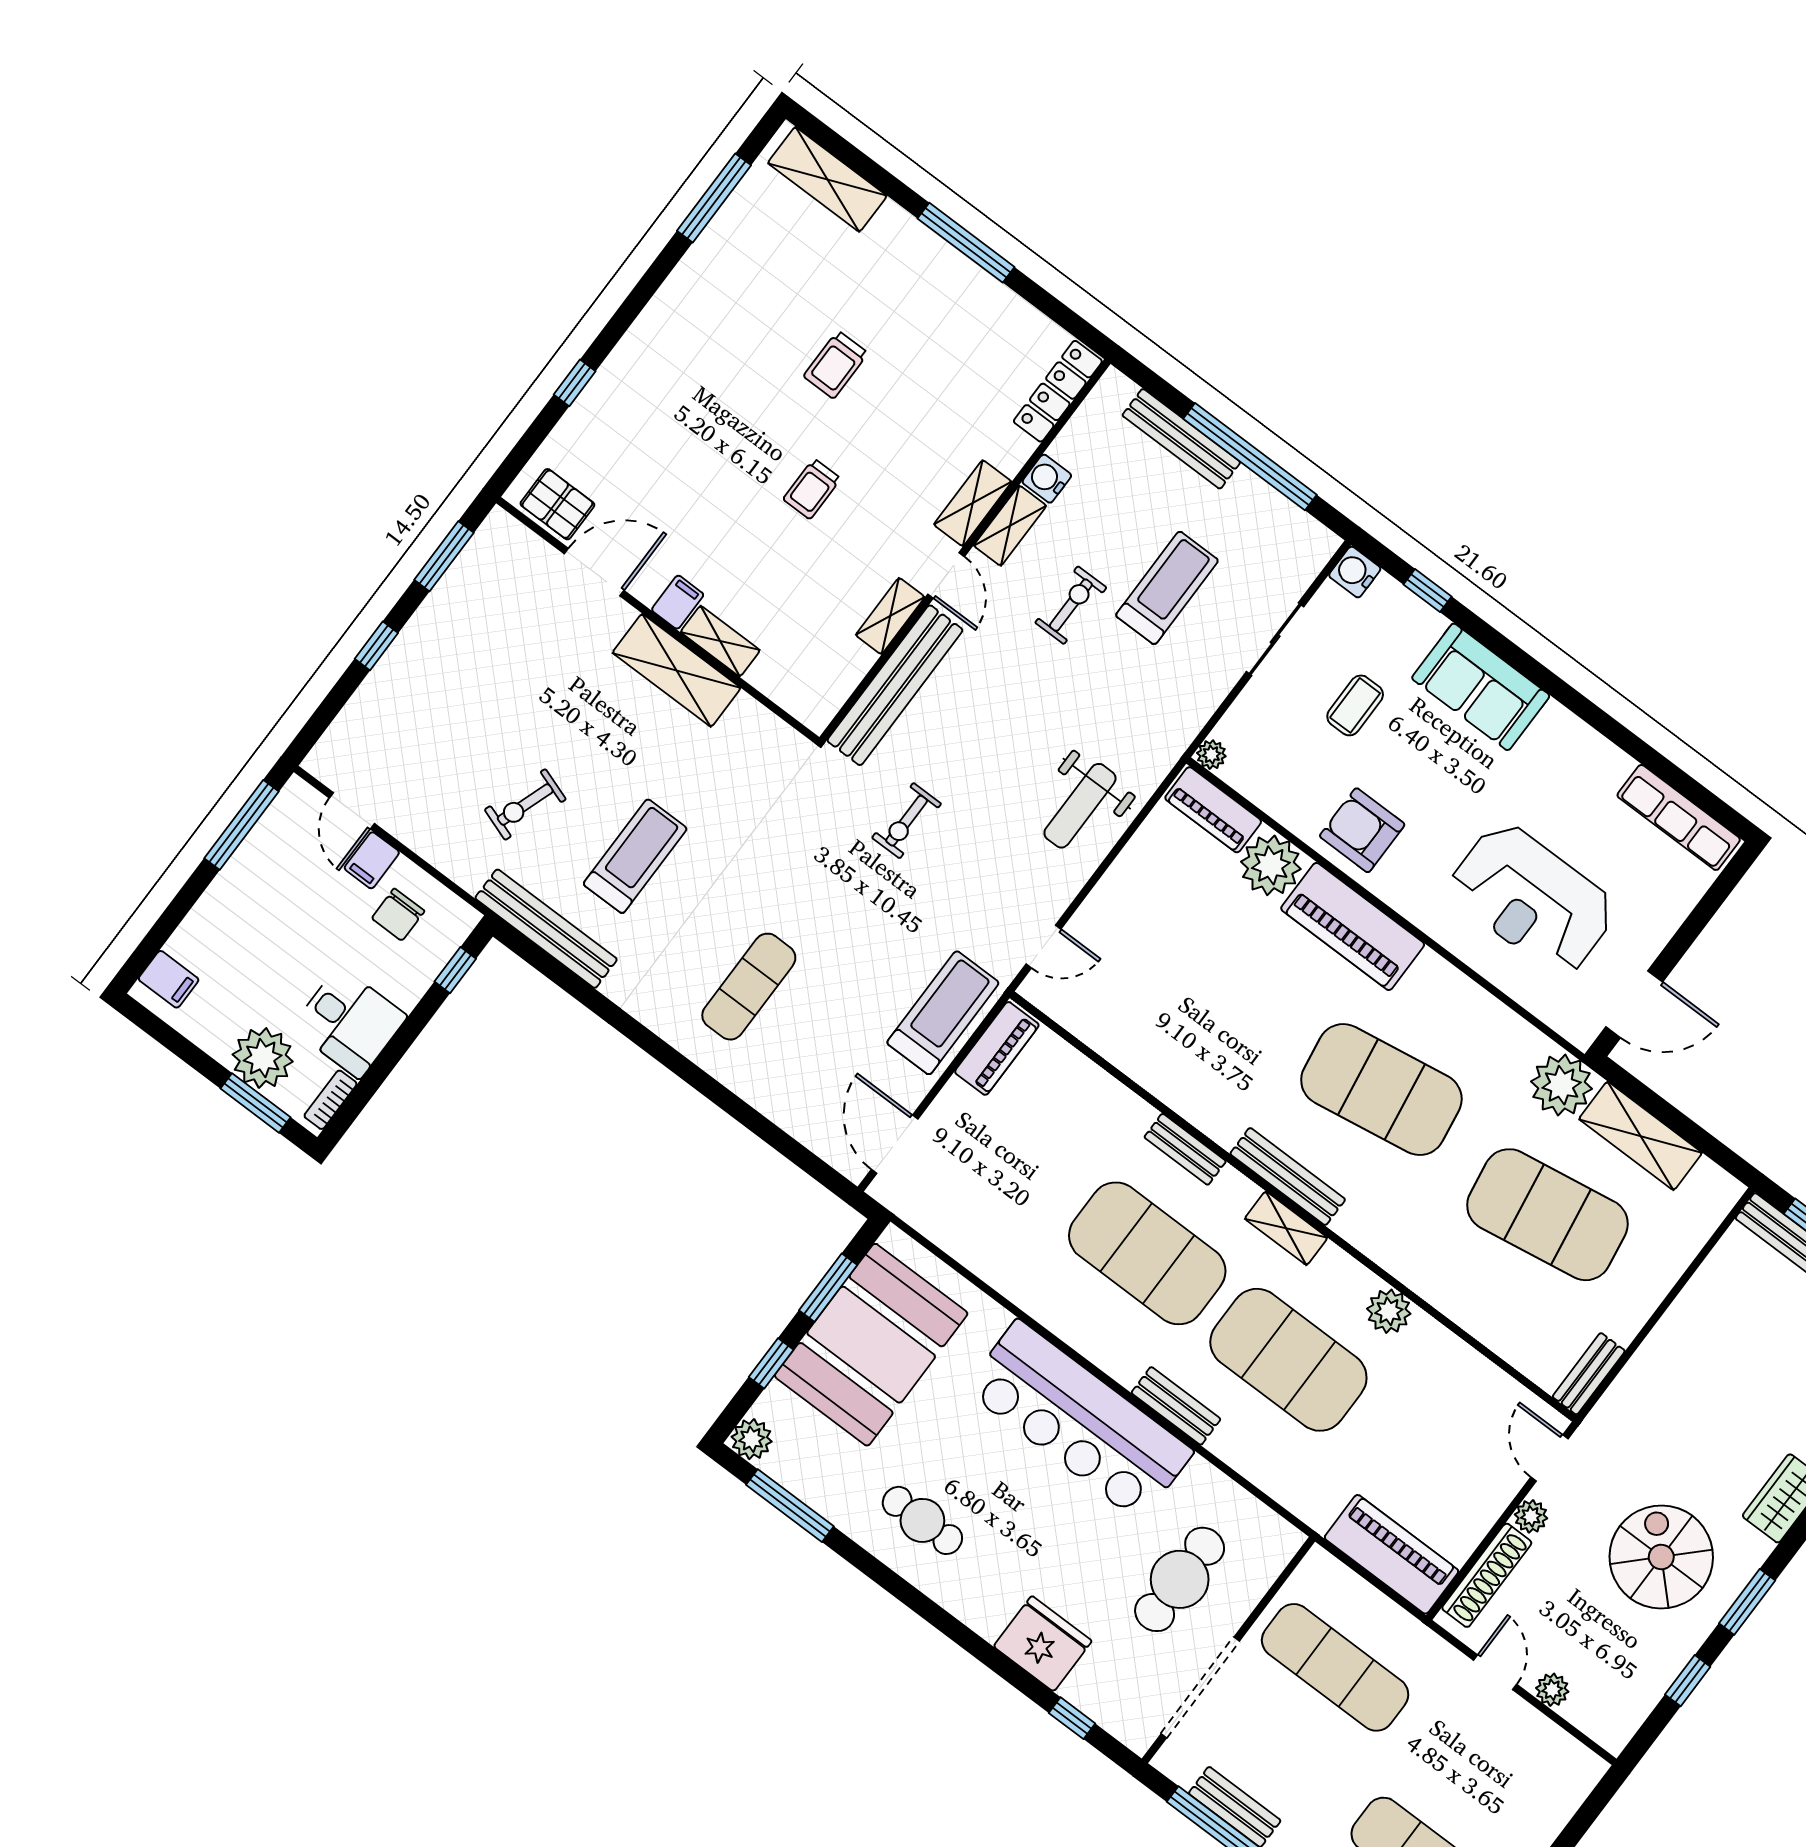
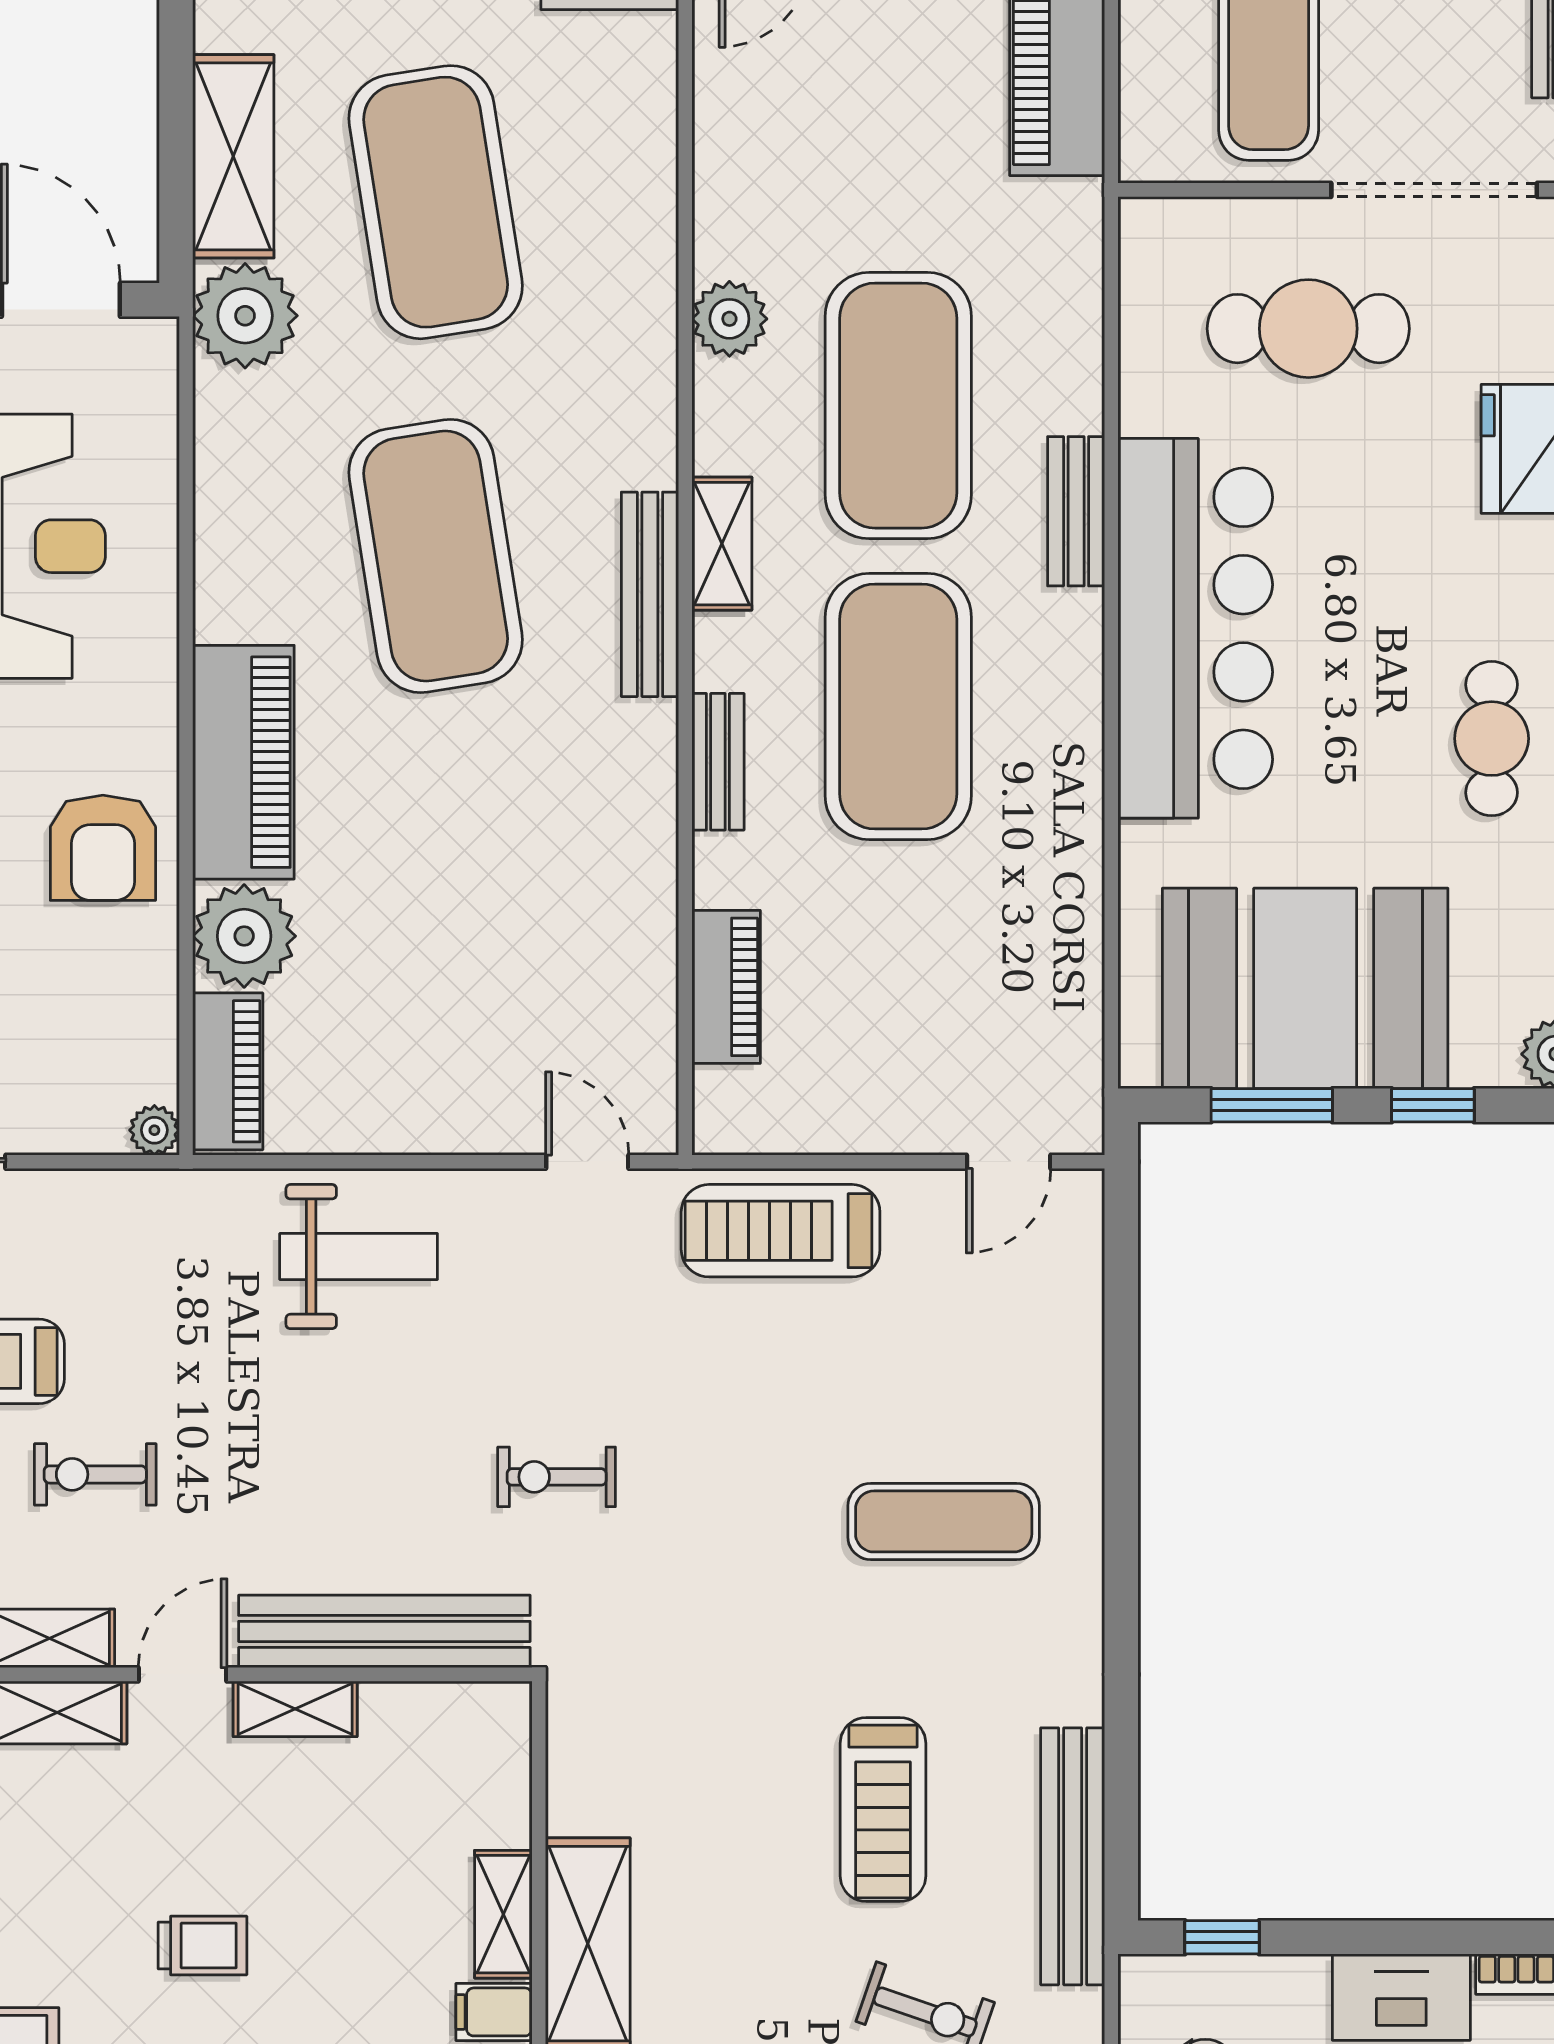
exercise bike: (907, 821) -> (557, 1477), turned 180
treadmill: (635, 856) -> (883, 1810), turned -90
piano: (997, 1048) -> (726, 987), moved, turned 90
door: (895, 1144) -> (1009, 1162), width x0.73

